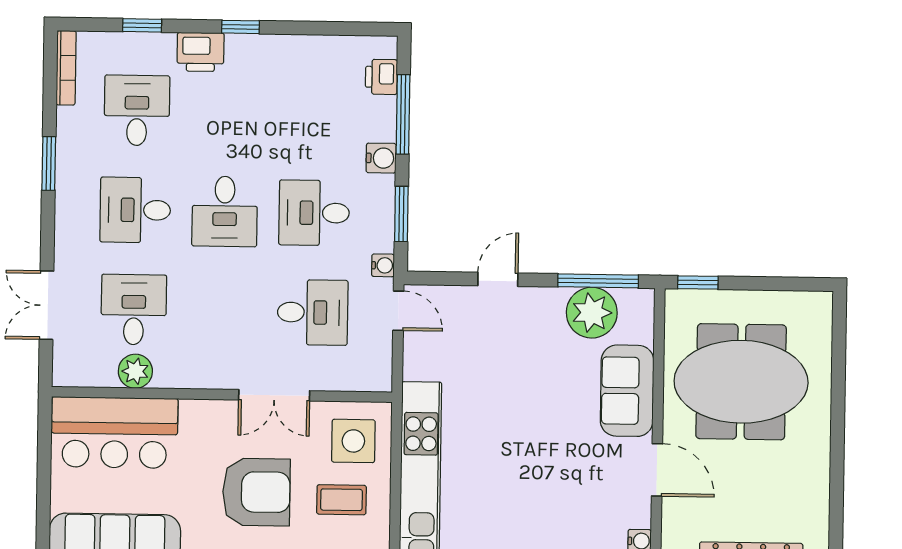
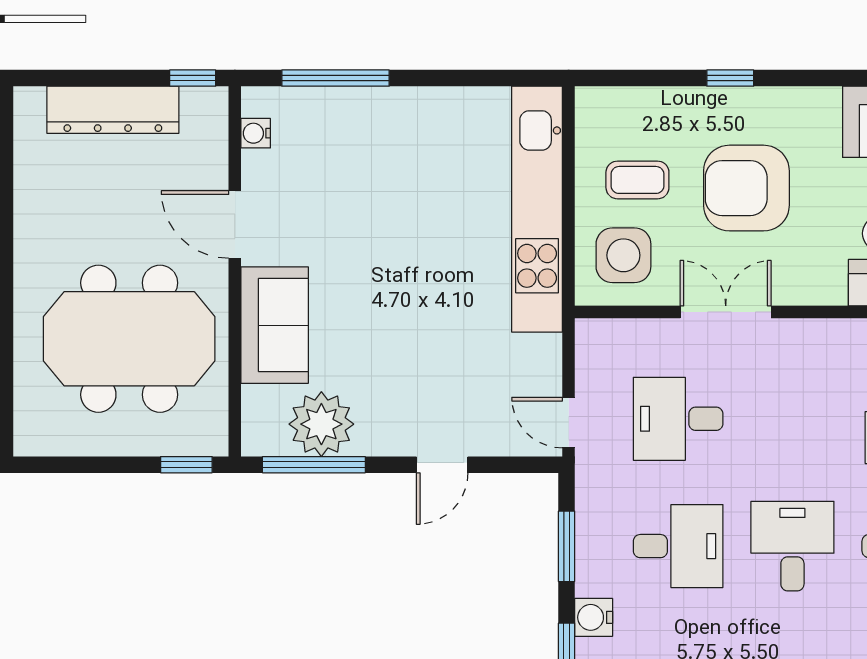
water cooler: (383, 265) -> (589, 480), removed

